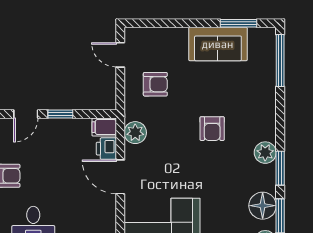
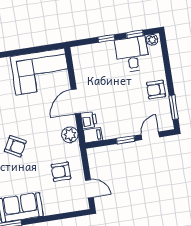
armchair: (212, 129) -> (15, 146), turned 119
door: (120, 177) -> (76, 101), swing flipped

